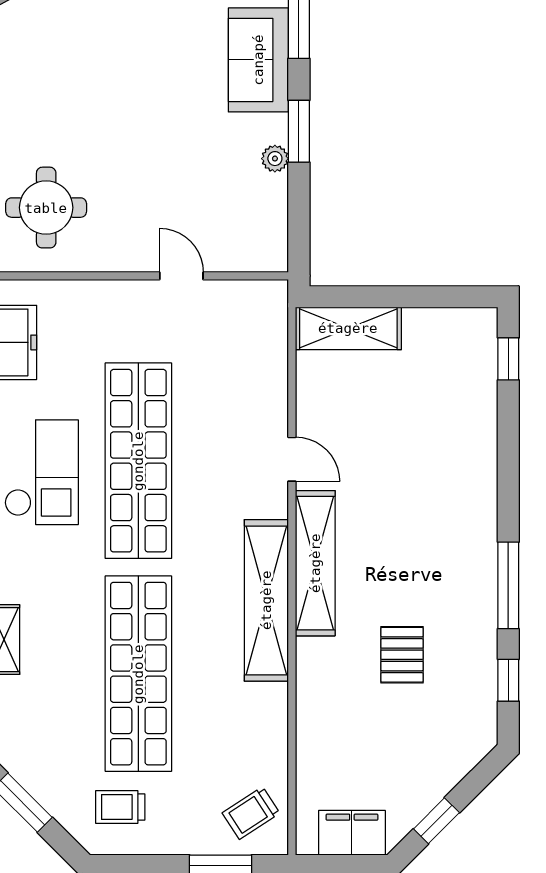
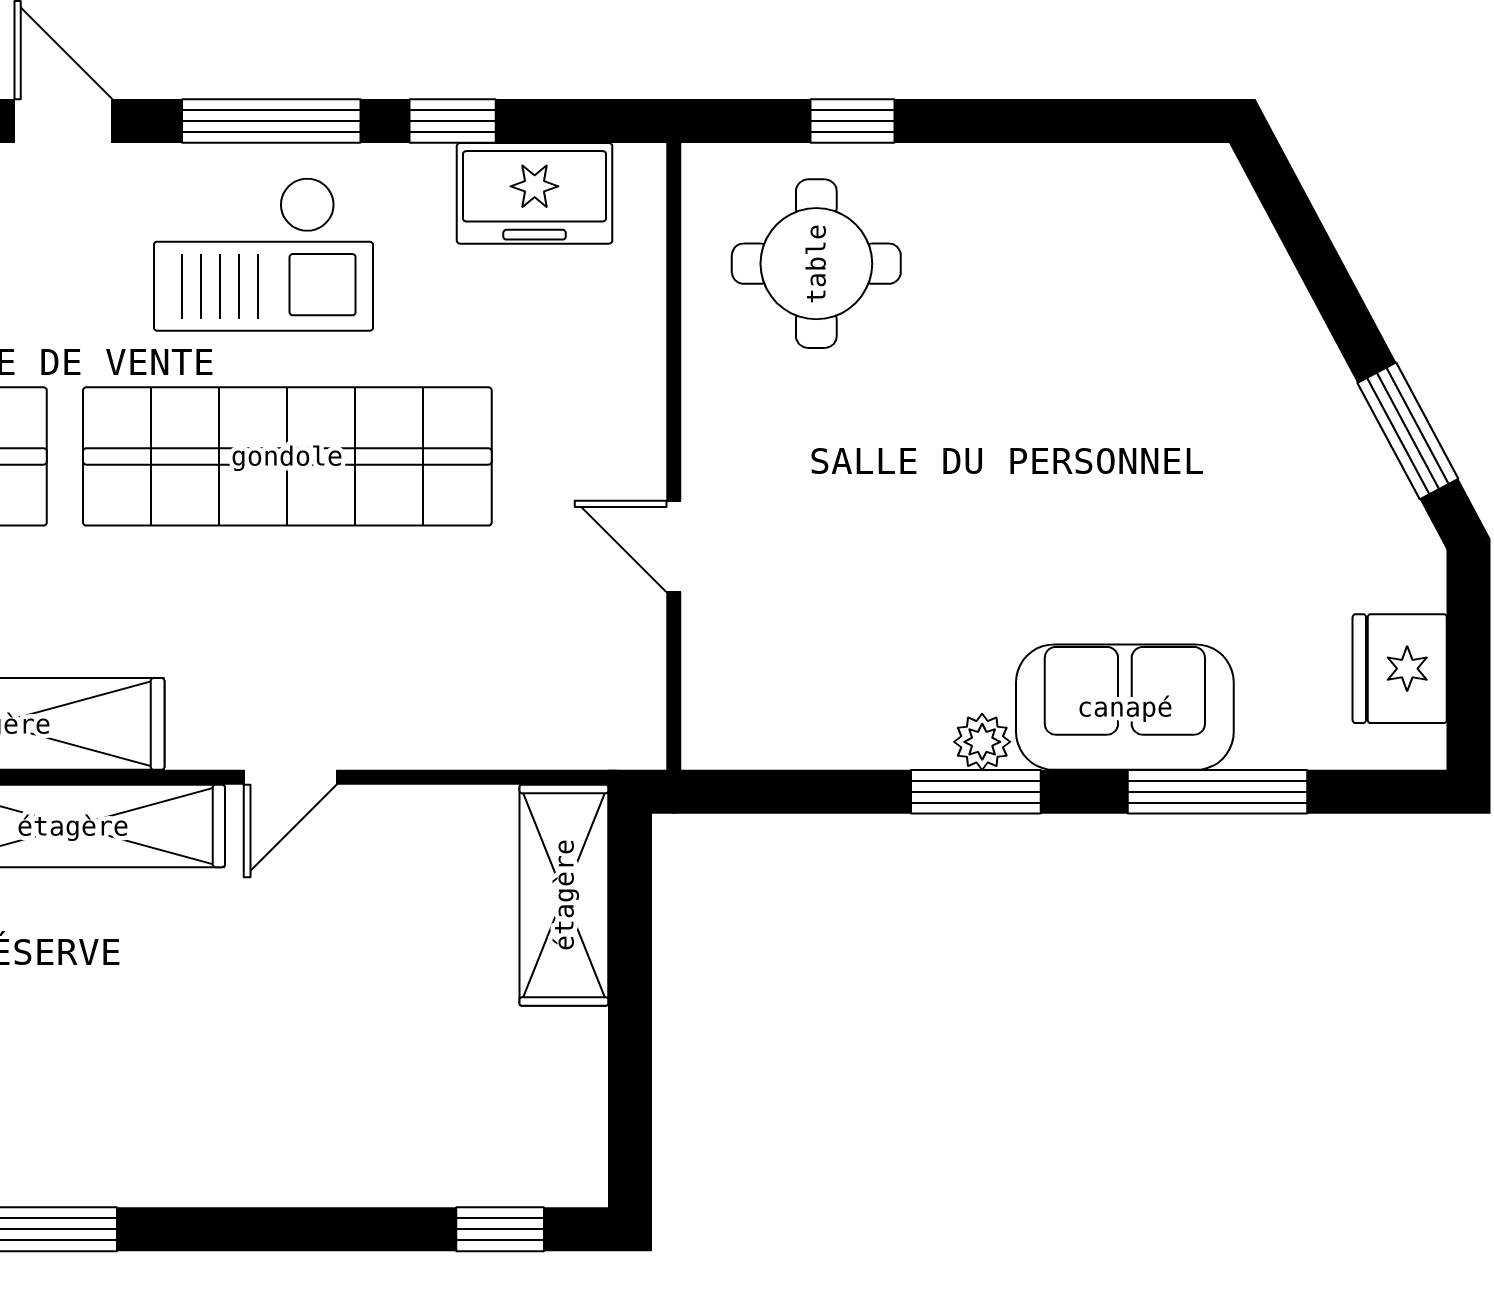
plant: (275, 159) -> (982, 742), moved
door: (181, 276) -> (674, 546), swing flipped

